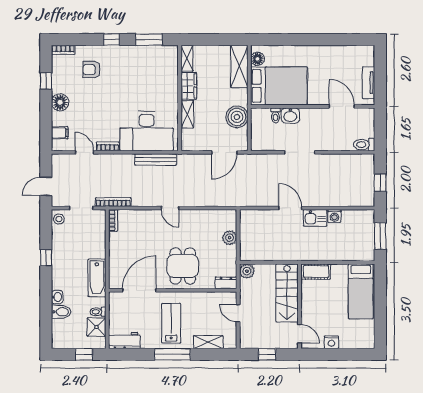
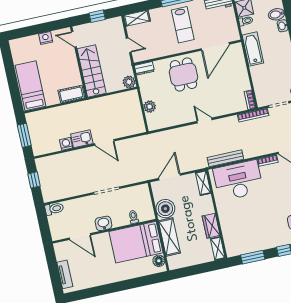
shelving: (239, 66) -> (169, 237), moved
tv unit: (368, 83) -> (65, 274), moved
shelving: (187, 114) -> (203, 183), moved
washbasin: (290, 116) -> (103, 223), moved
shelving: (208, 342) -> (137, 18), moved

